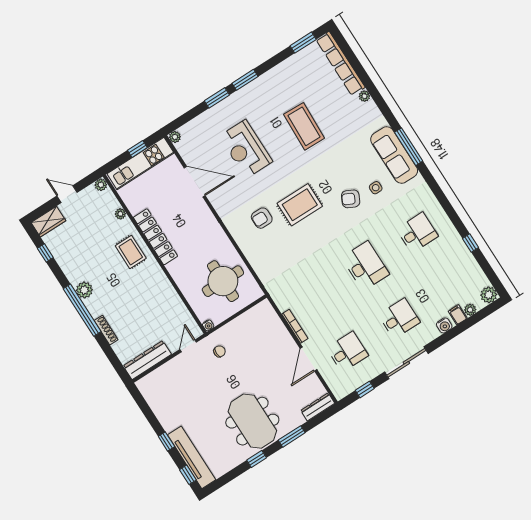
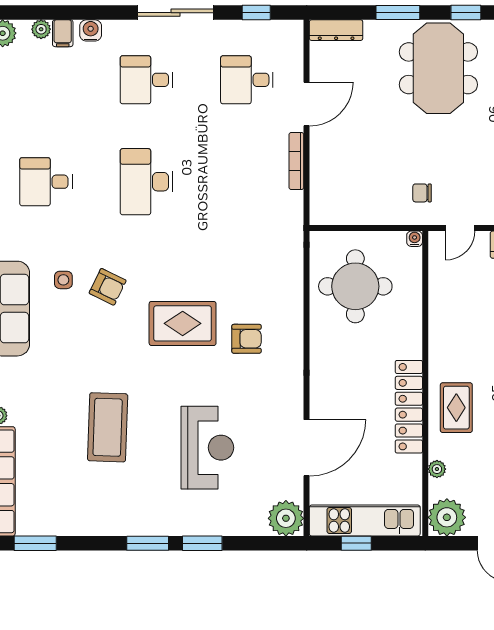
plant: (175, 137) -> (286, 518), width x1.88, depth x1.88
door: (195, 182) -> (307, 448), swing flipped
plant: (101, 185) -> (447, 517), width x1.88, depth x1.88

